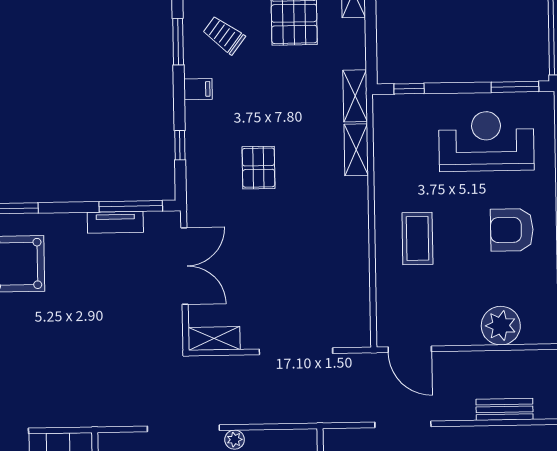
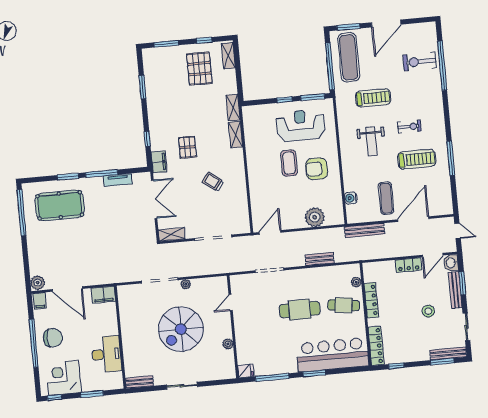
trolley: (224, 35) -> (213, 182), moved
filing cabinet: (198, 89) -> (159, 162), moved, width x2.00
window: (409, 89) -> (285, 100), moved
window: (131, 206) -> (102, 174), moved
coffee table: (417, 238) -> (289, 163), moved
door: (410, 349) -> (270, 232), swing flipped

